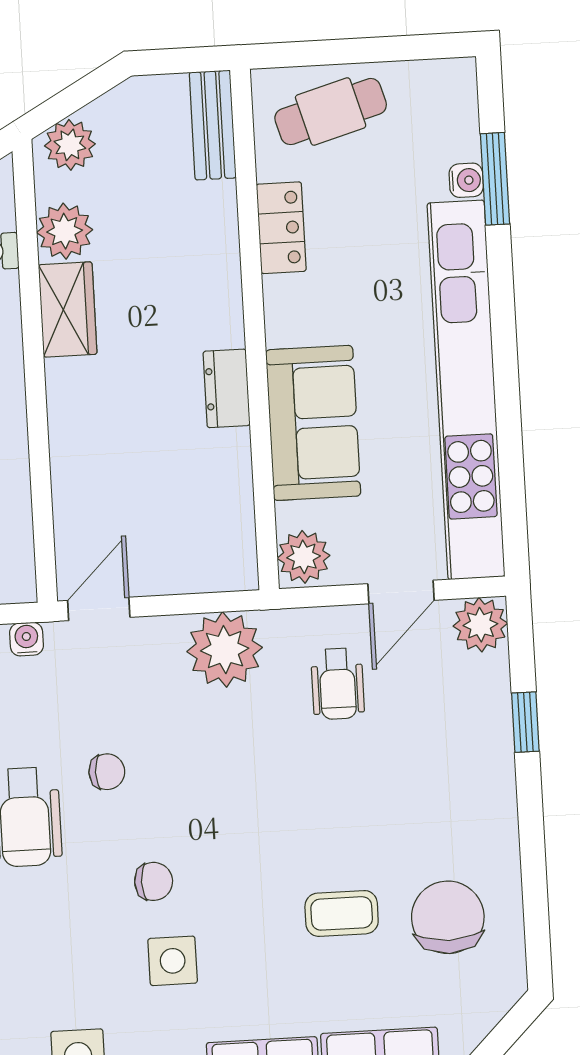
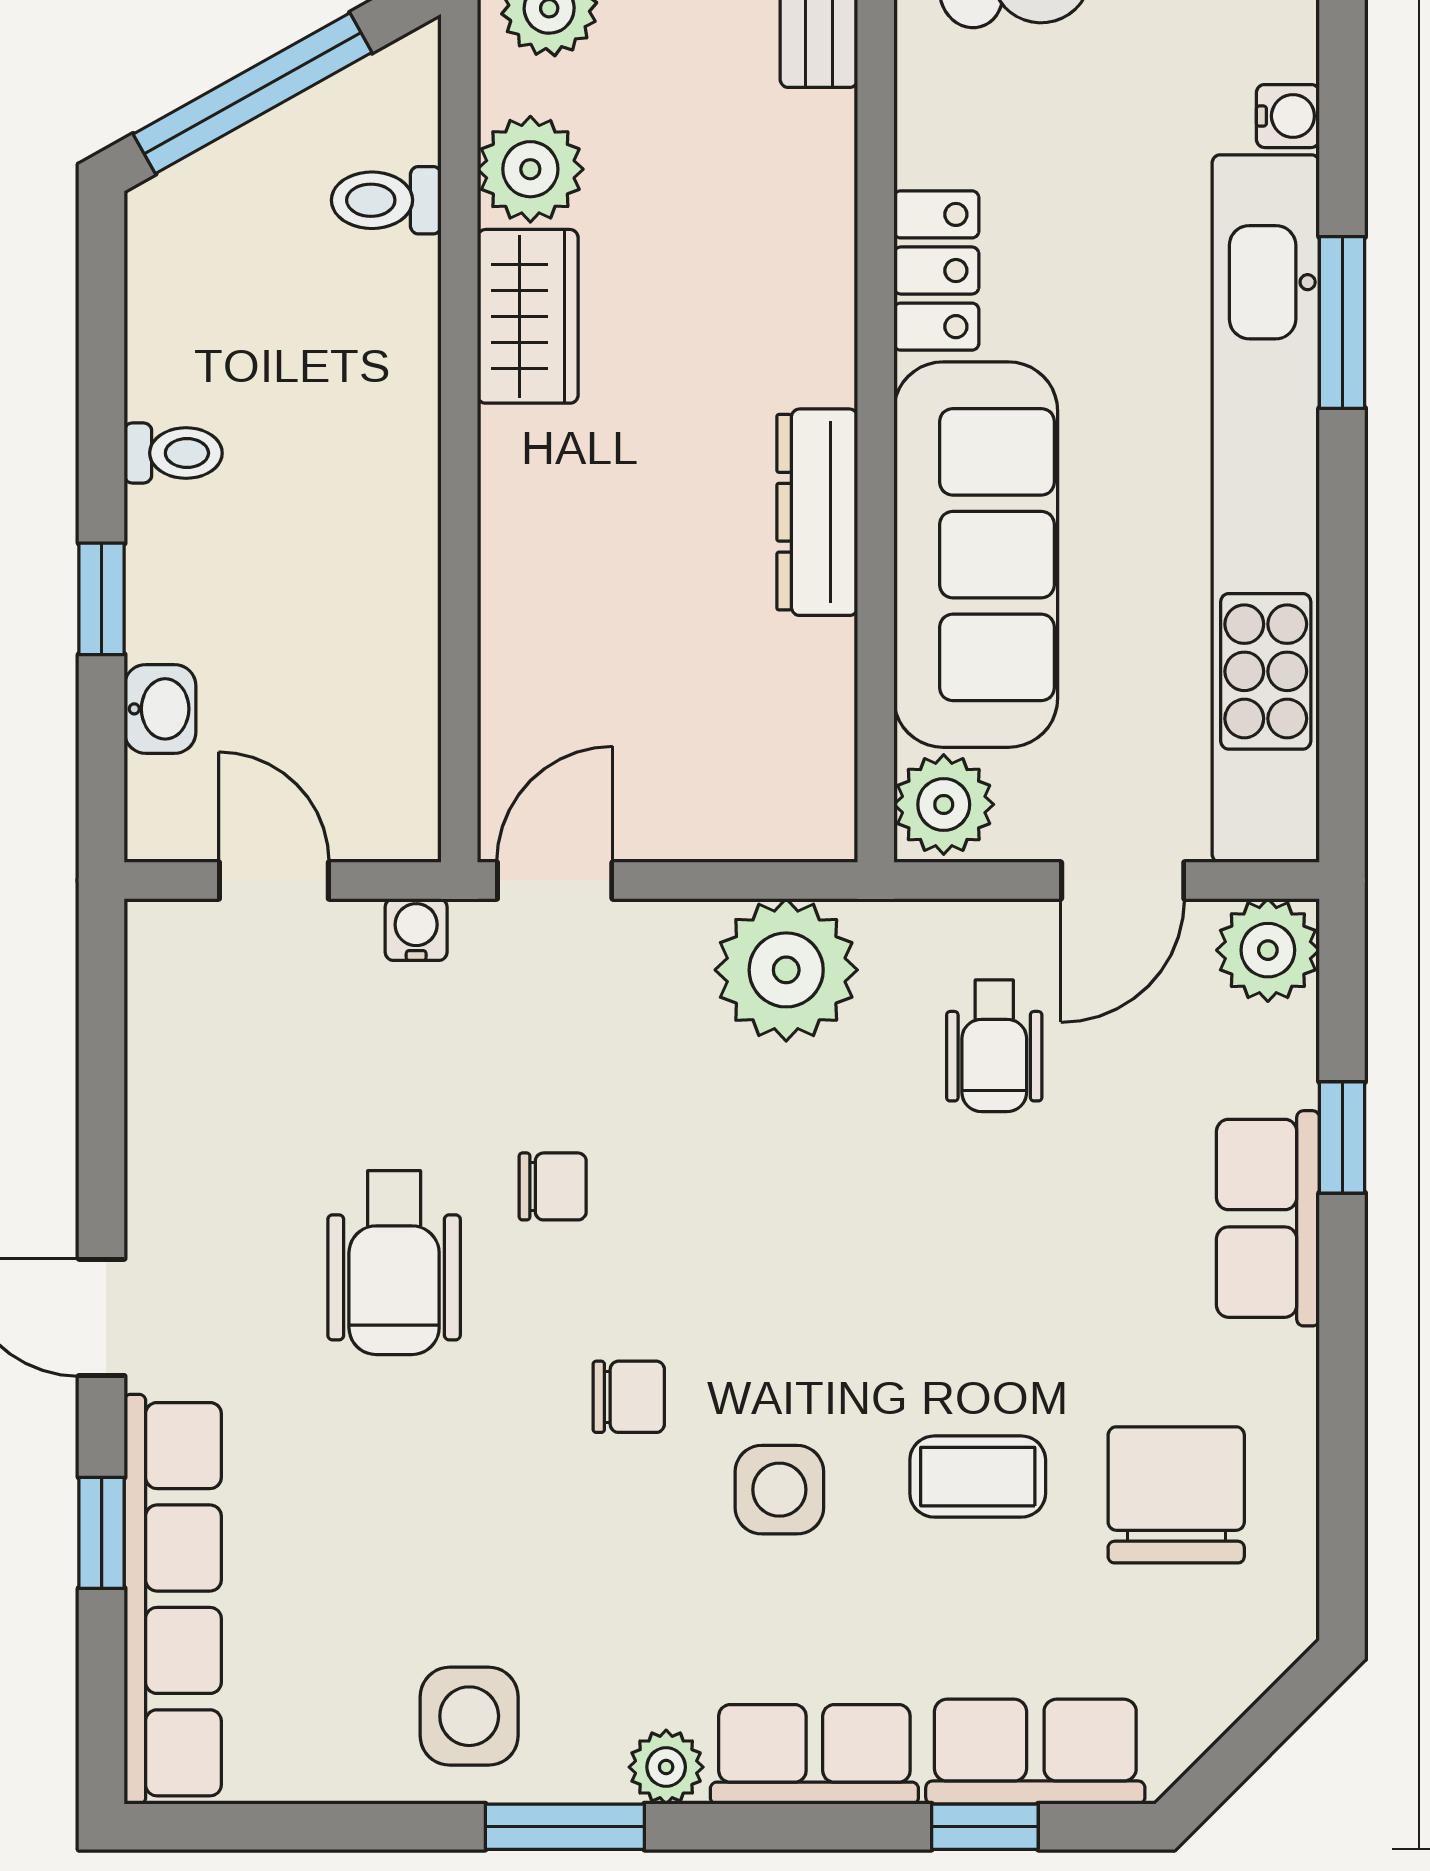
window: (495, 179) -> (1342, 323), moved
locker: (281, 228) -> (936, 271), moved
dresser: (227, 388) -> (817, 512), width x1.44
sofa: (313, 423) -> (976, 555), width x1.36
row of seats: (488, 767) -> (1268, 1218), added
side table: (173, 961) -> (779, 1490), moved

